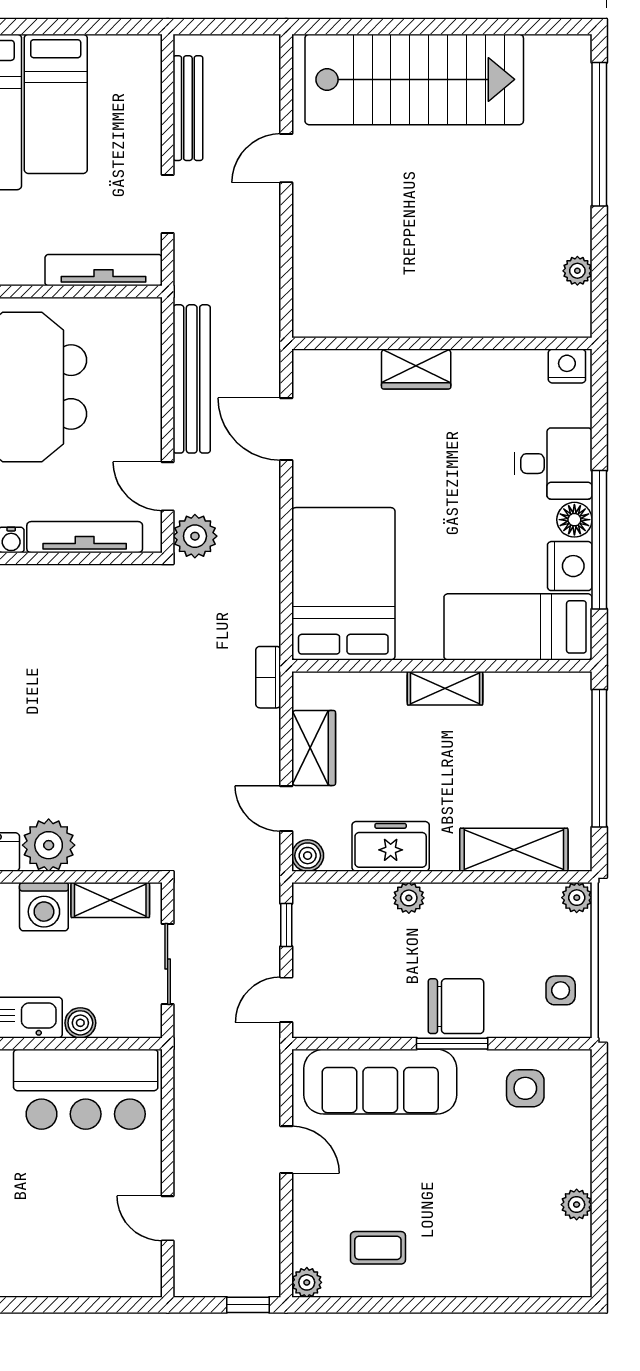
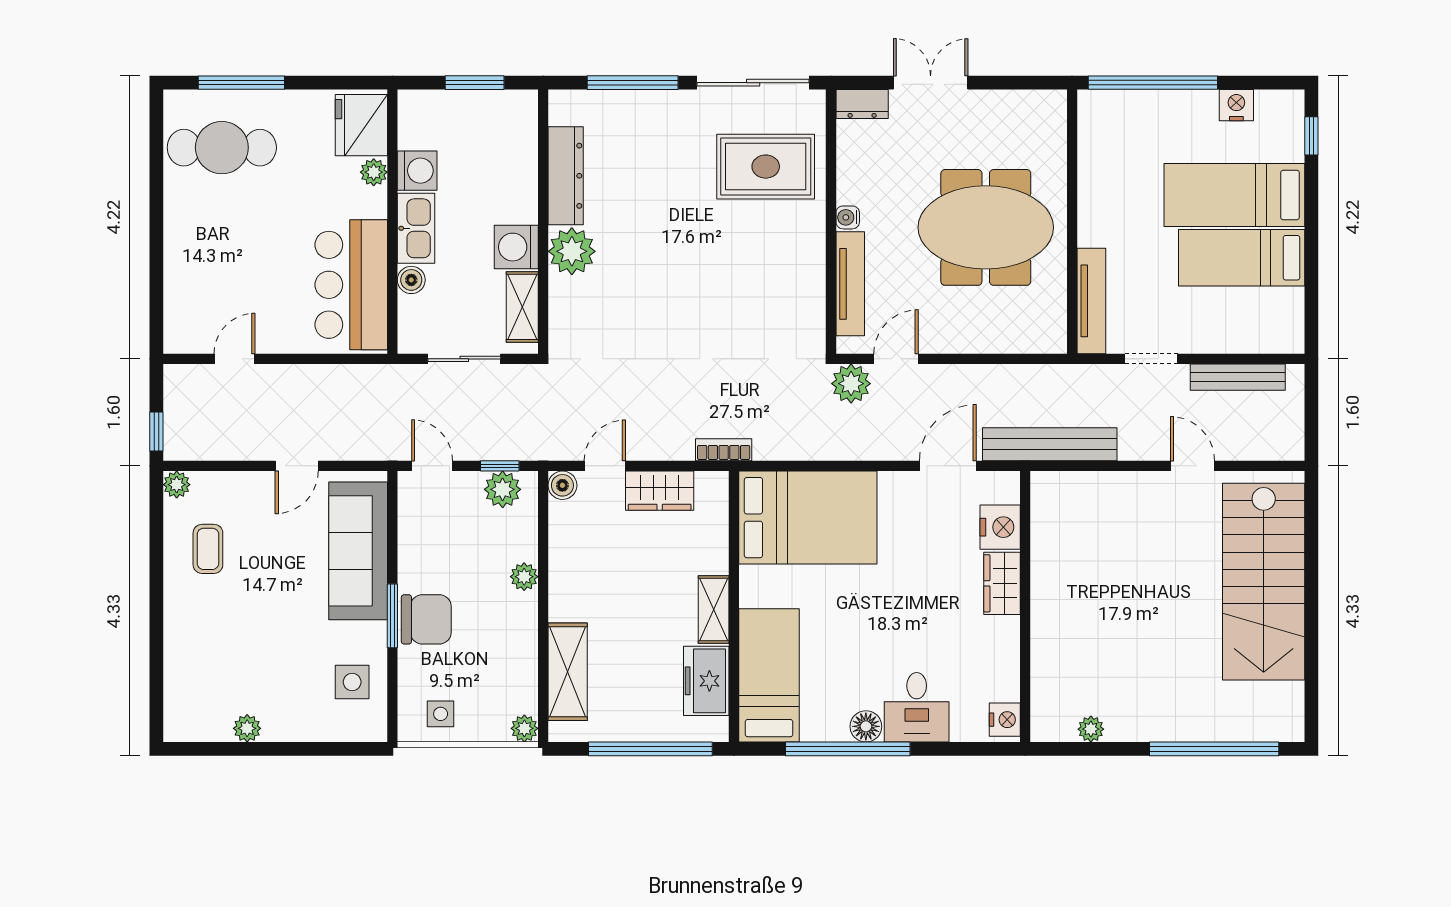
bench: (192, 379) -> (1050, 444), moved
nightstand: (570, 566) -> (1000, 527), moved, turned -90
freezer: (391, 846) -> (706, 681), moved, turned 180
plant: (312, 922) -> (503, 489), added
chair: (456, 1006) -> (426, 619), turned -90

